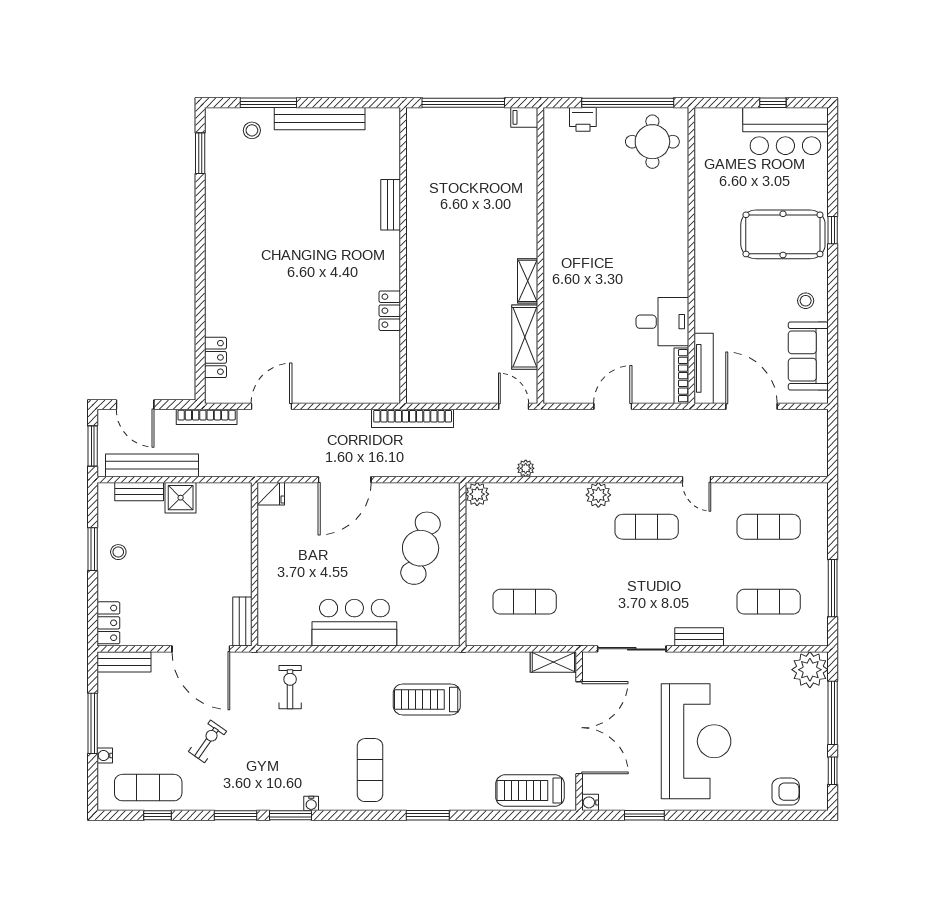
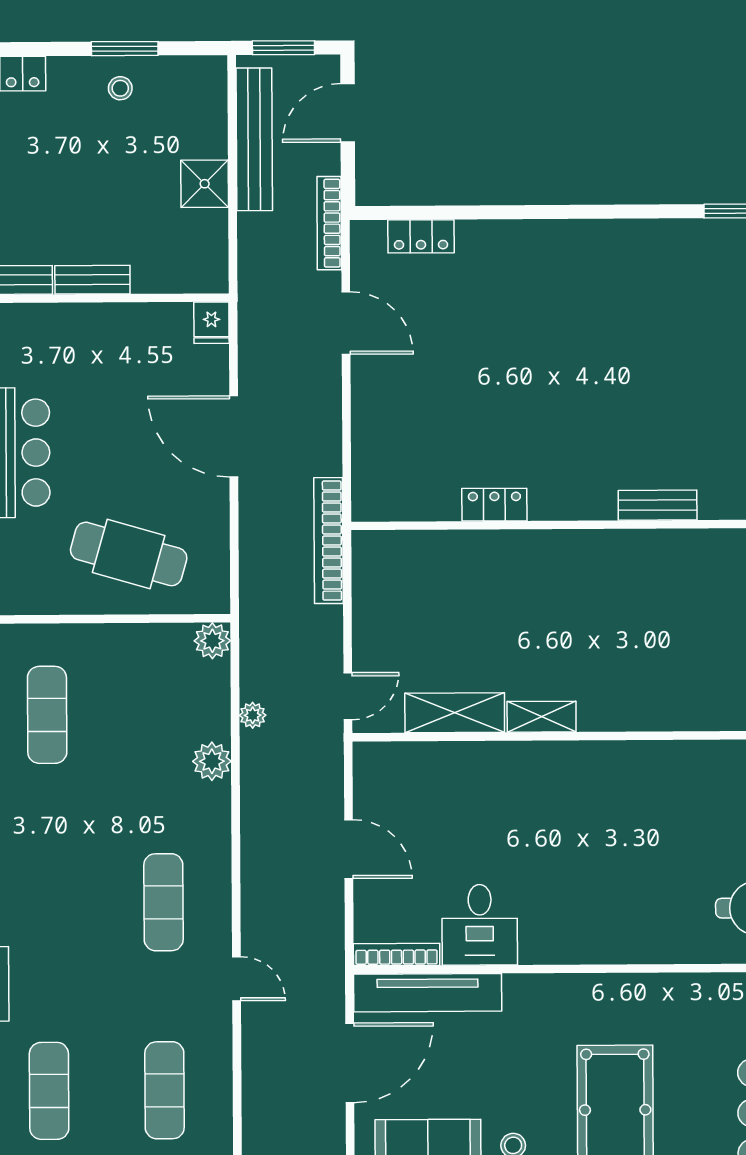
tv unit: (704, 368) -> (428, 993), width x1.36, depth x1.29
door: (697, 480) -> (237, 979), swing flipped
bench: (139, 492) -> (92, 280), moved, turned 90
plant: (598, 495) -> (212, 761), moved

